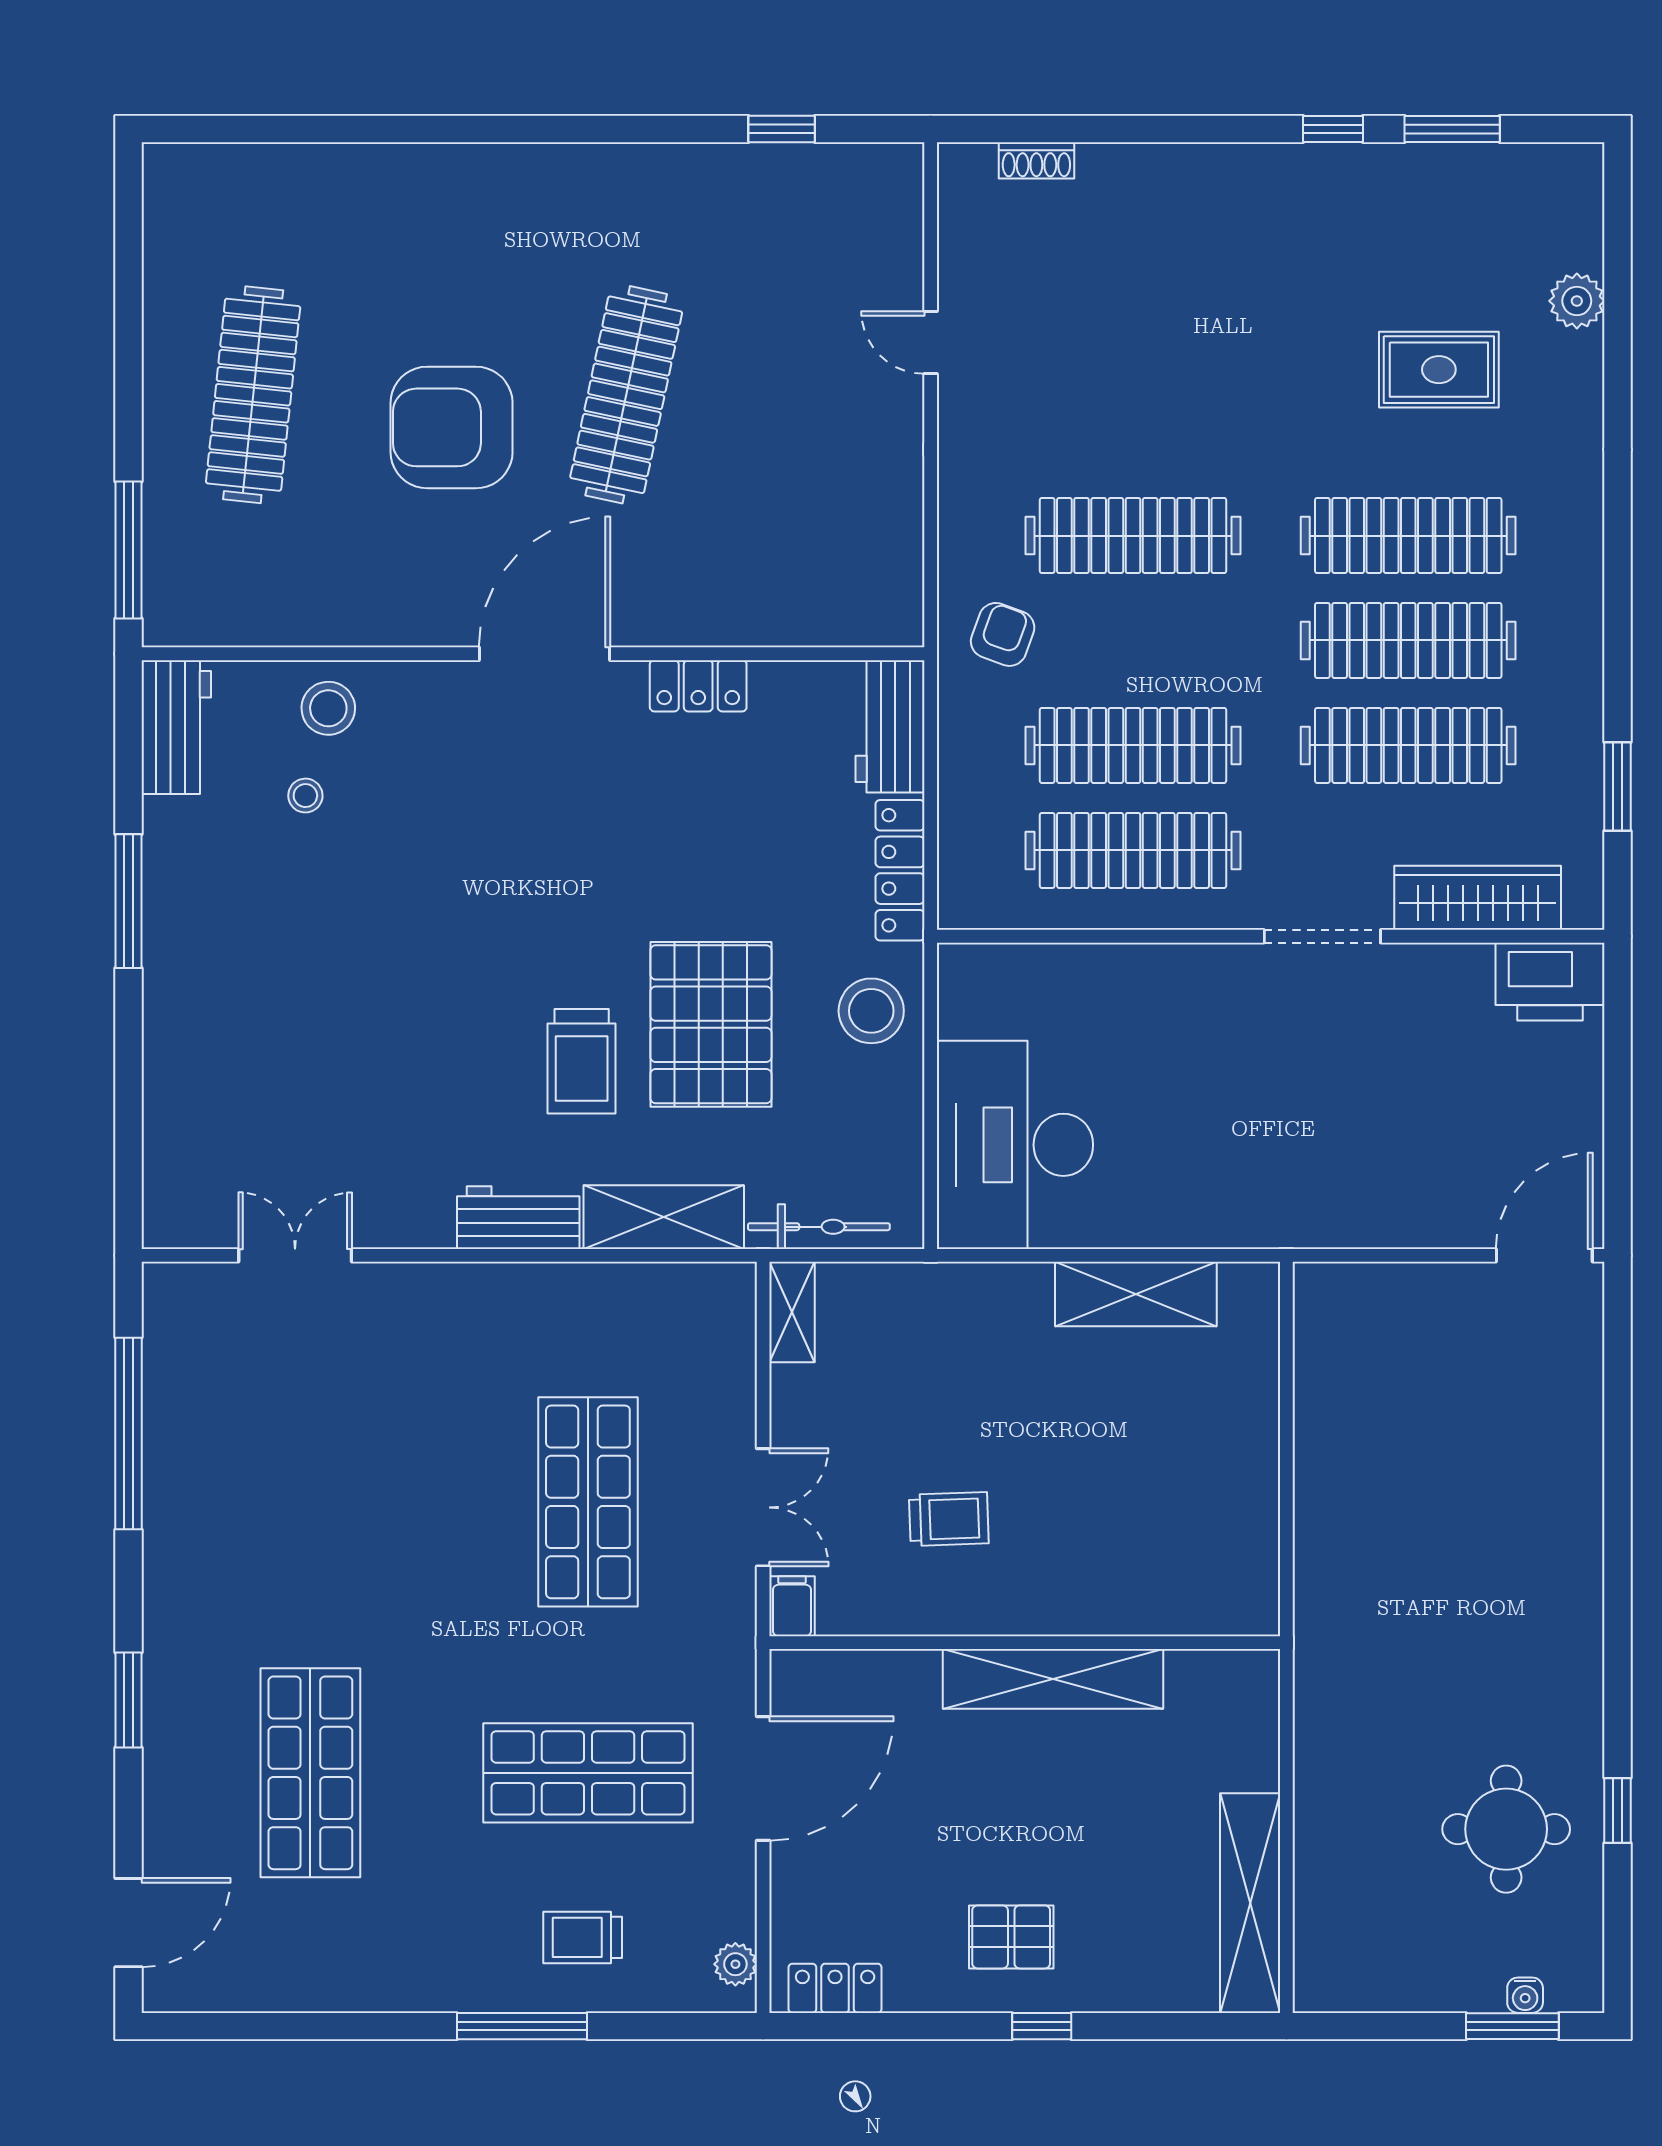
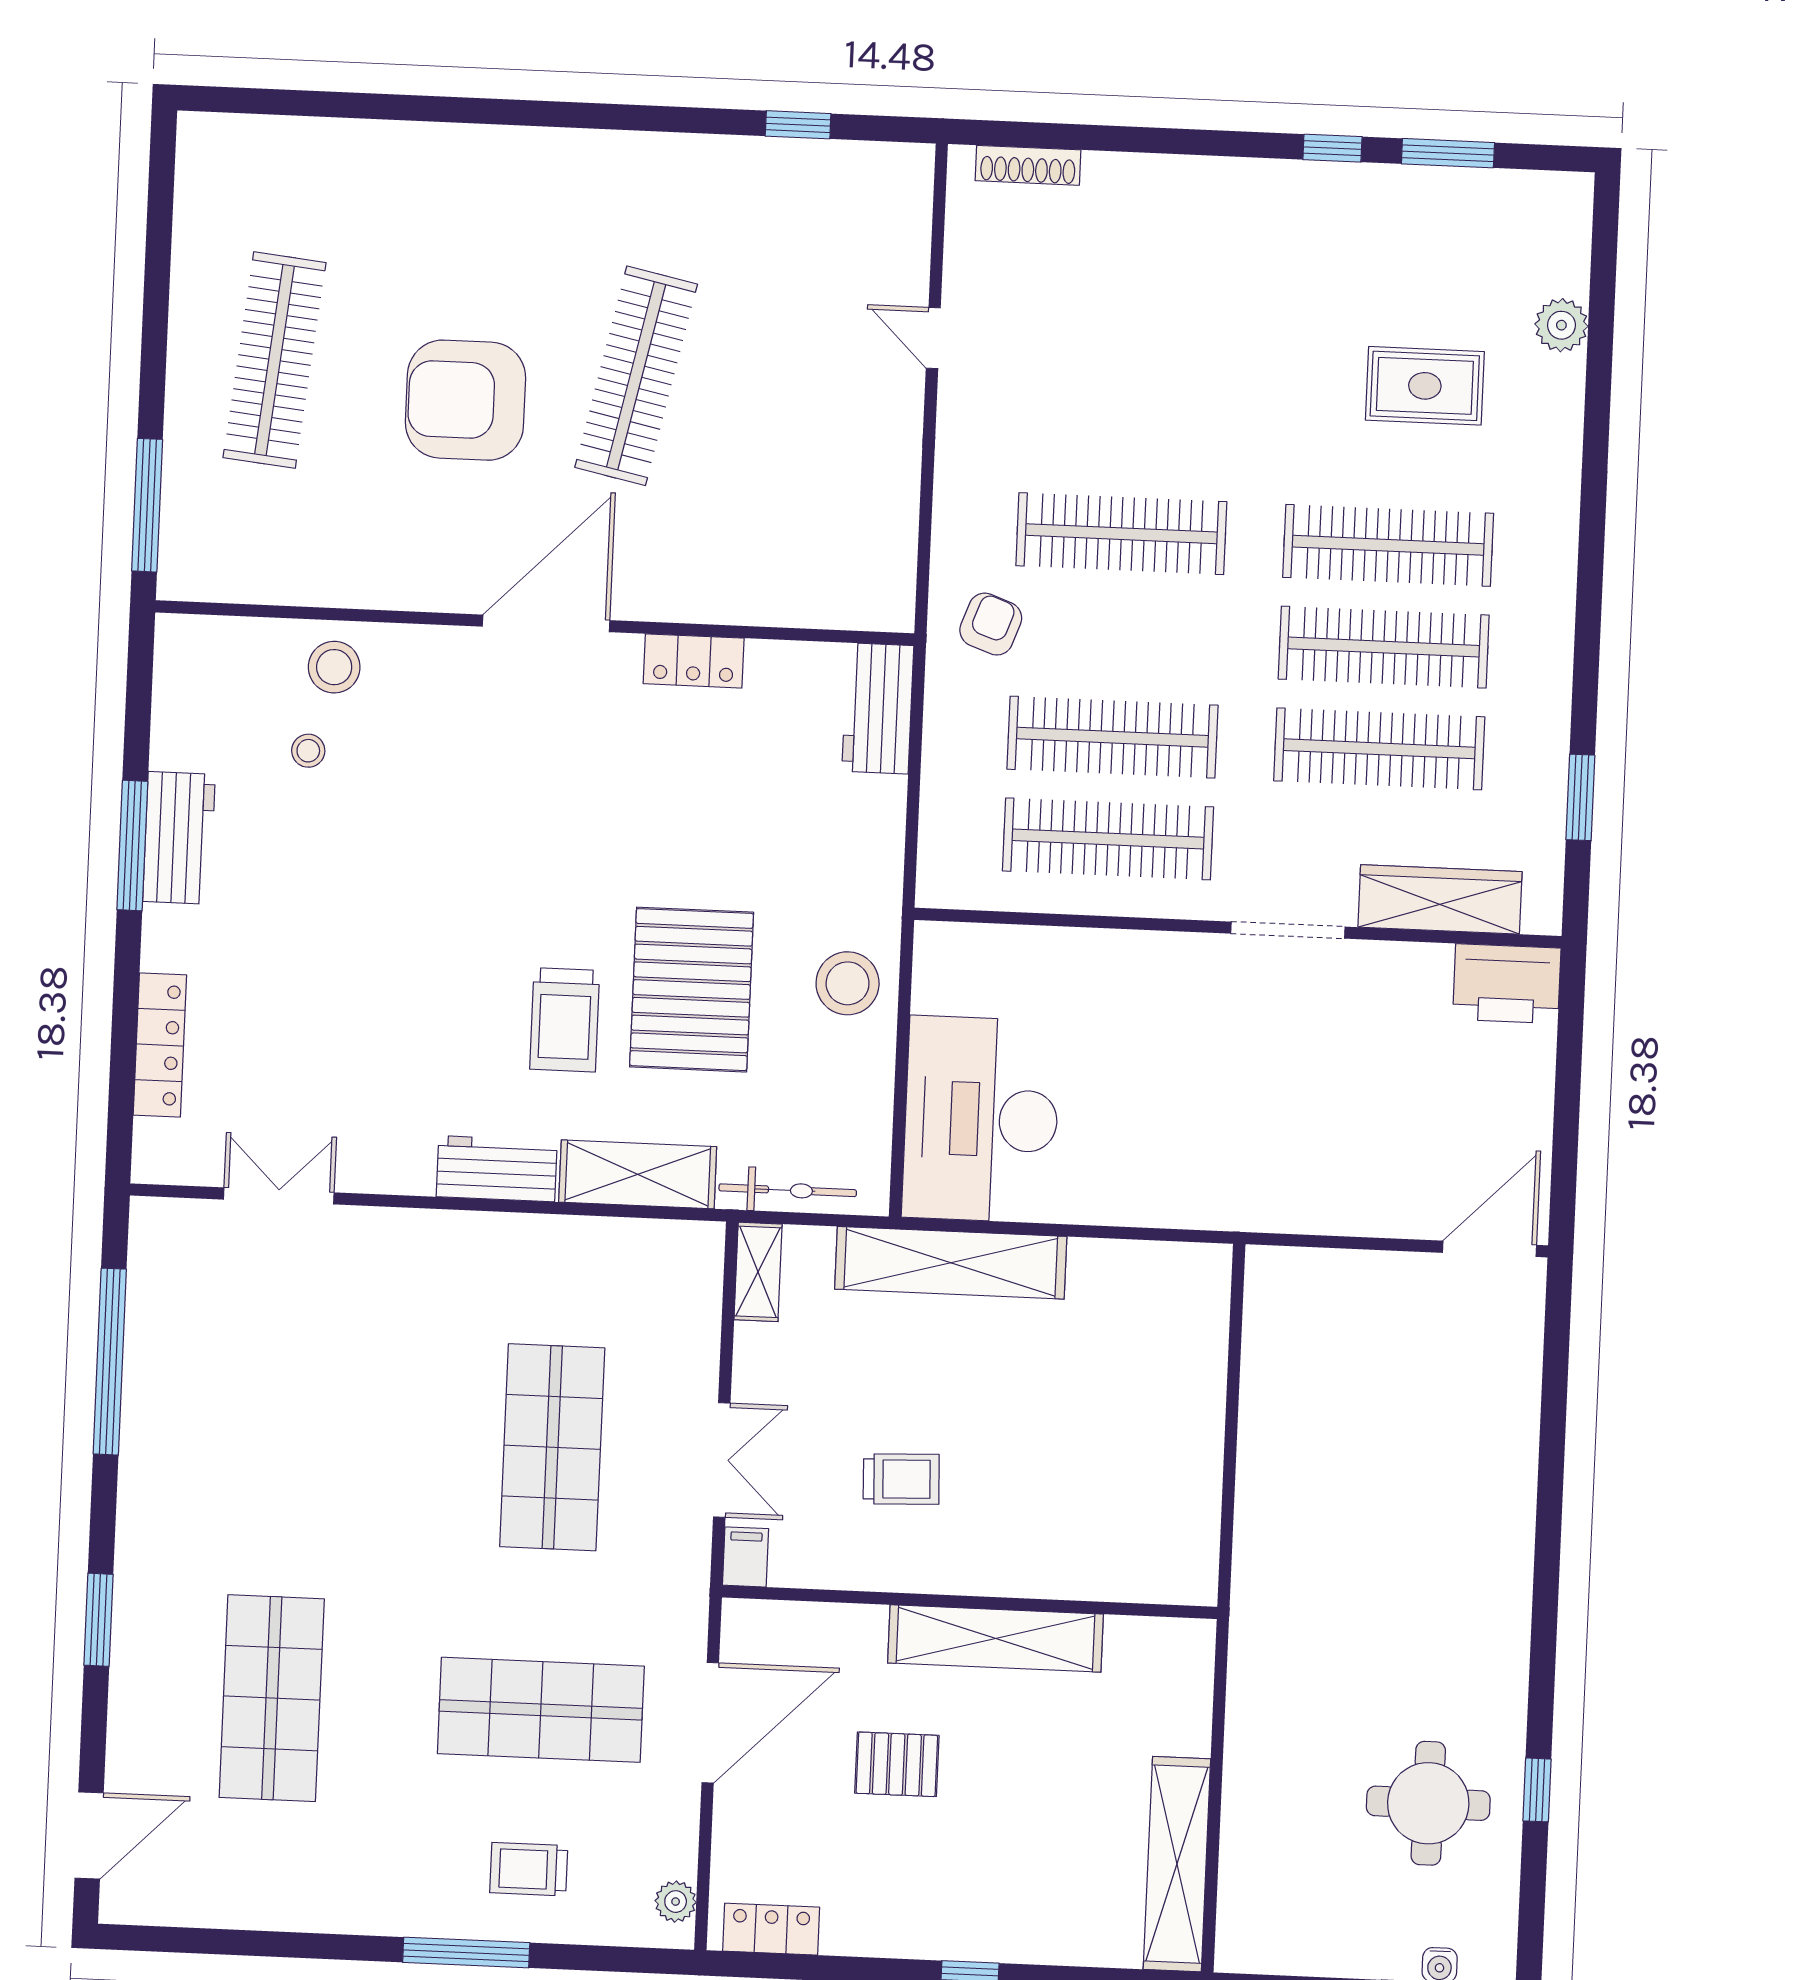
shoe rack: (1036, 160) -> (1028, 165), width x1.43
workbench: (176, 727) -> (179, 838), moved
locker: (900, 870) -> (160, 1045), moved, turned 180
shelving: (1136, 1294) -> (951, 1263), moved, width x1.47
pallet: (1011, 1937) -> (897, 1764), moved

